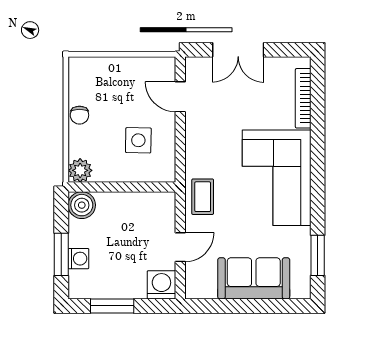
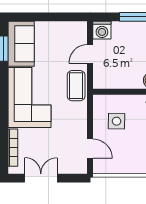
double door: (238, 50) -> (41, 178), moved
coffee table: (203, 197) -> (76, 86), width x1.36, depth x1.30
sofa: (254, 278) -> (21, 44), moved, turned -90

